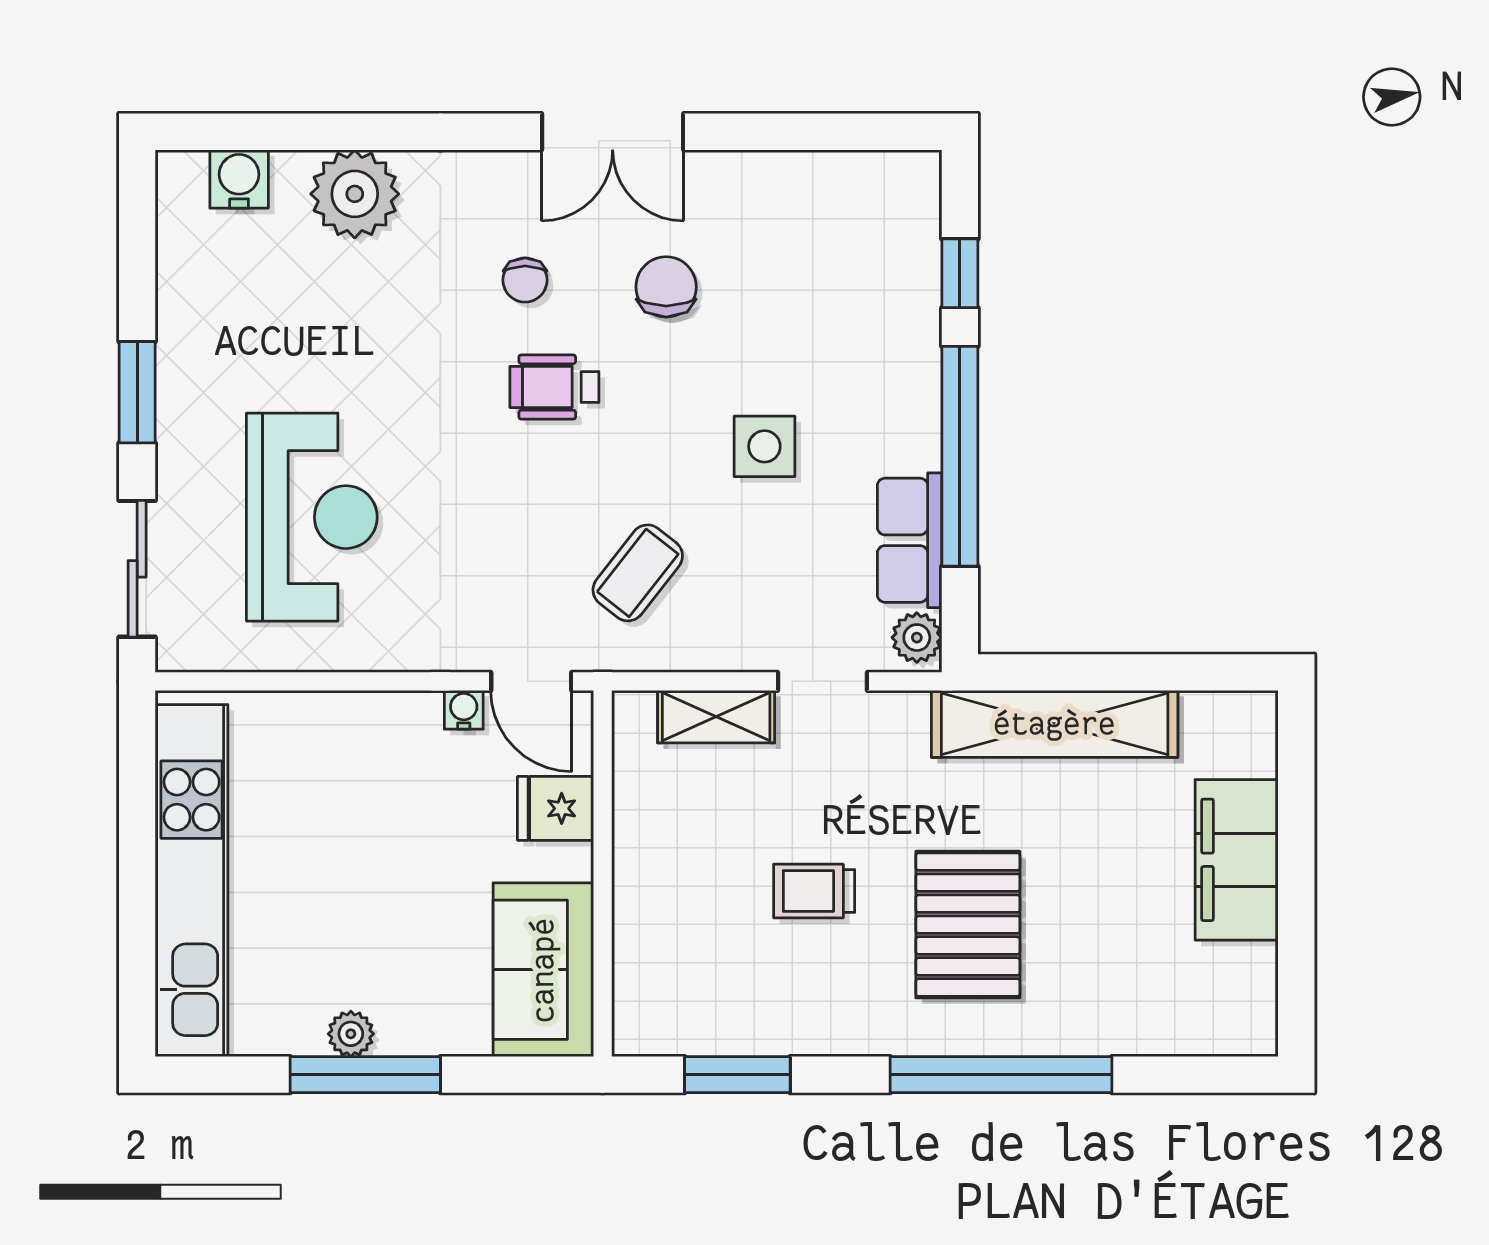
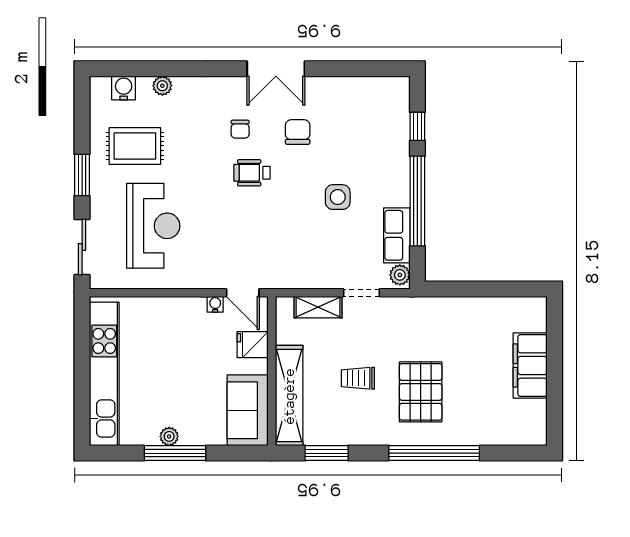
plant: (355, 194) -> (162, 86), width x0.53, depth x0.53
rug: (267, 321) -> (135, 146), added
coffee table: (638, 573) -> (286, 249), removed
shelving: (1055, 724) -> (289, 396), moved, turned 90

